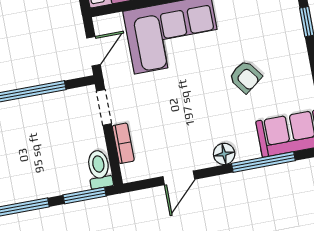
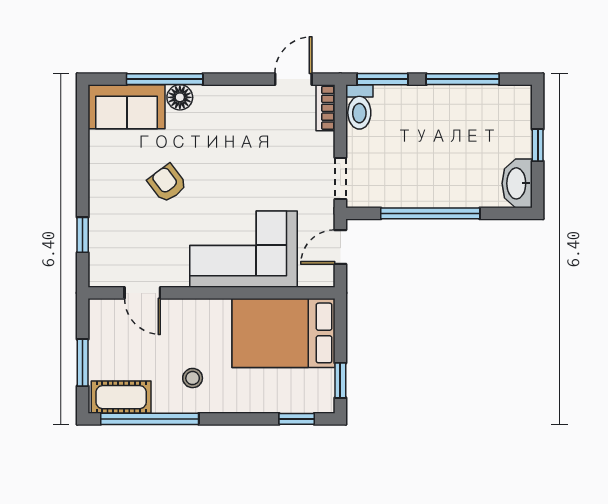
bookcase: (123, 143) -> (326, 108), moved
floor lamp: (224, 154) -> (180, 97), moved
door: (179, 178) -> (293, 79), moved

